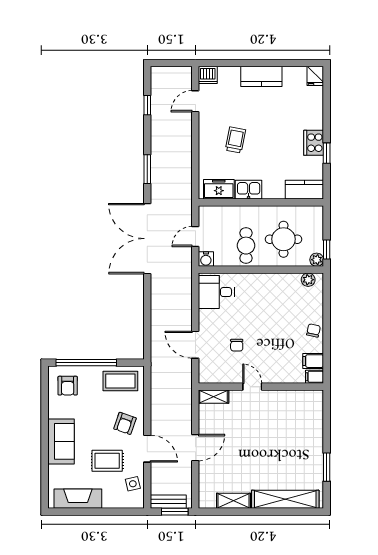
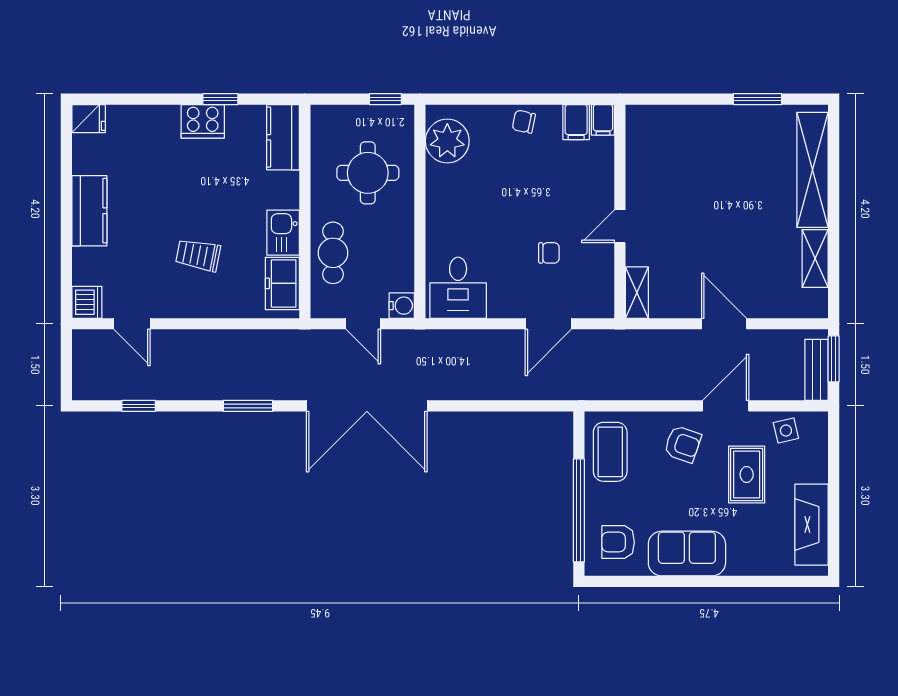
cafe table: (246, 246) -> (333, 253), moved, turned 90
plant: (317, 260) -> (403, 116), removed
plant: (308, 280) -> (447, 141), width x1.88, depth x1.88
armchair: (68, 386) -> (618, 542), turned 180
sofa: (61, 441) -> (687, 553), moved

